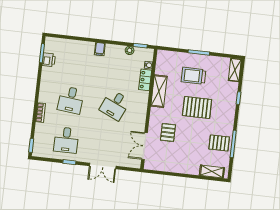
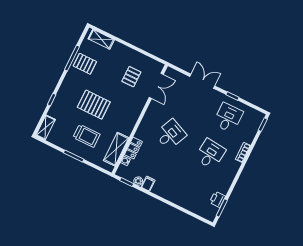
filing cabinet: (100, 49) -> (148, 184), moved
shelving: (159, 91) -> (116, 149), moved
pallet: (168, 132) -> (131, 77), moved

